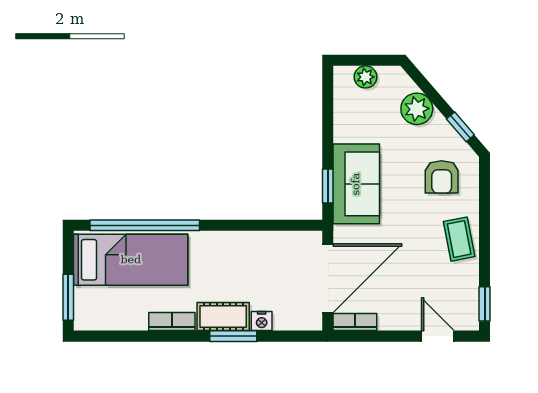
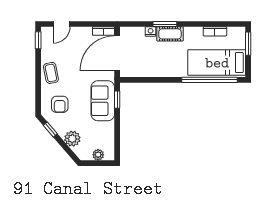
armchair: (442, 177) -> (60, 104), turned 180
bookcase: (172, 322) -> (215, 31), moved
door: (438, 336) -> (62, 24), hinge flipped

